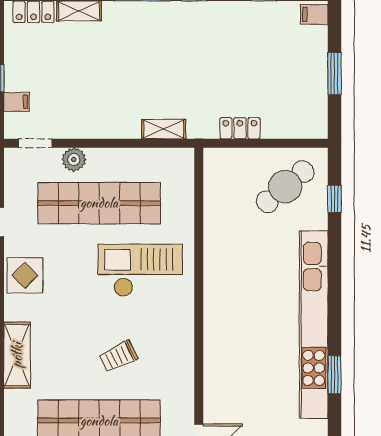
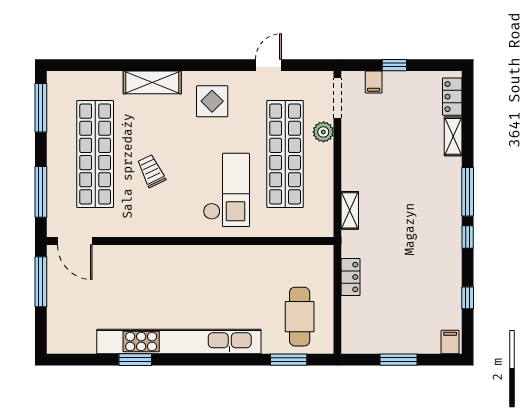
doorway: (35, 143) -> (337, 98), width x1.38
cafe table: (285, 187) -> (300, 317), turned 40
window: (334, 199) -> (289, 360), width x1.50
display table: (25, 275) -> (212, 101), moved

